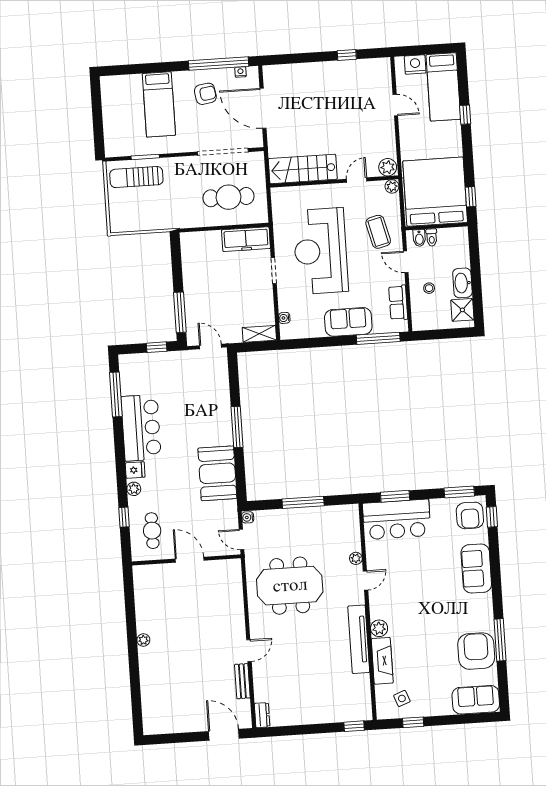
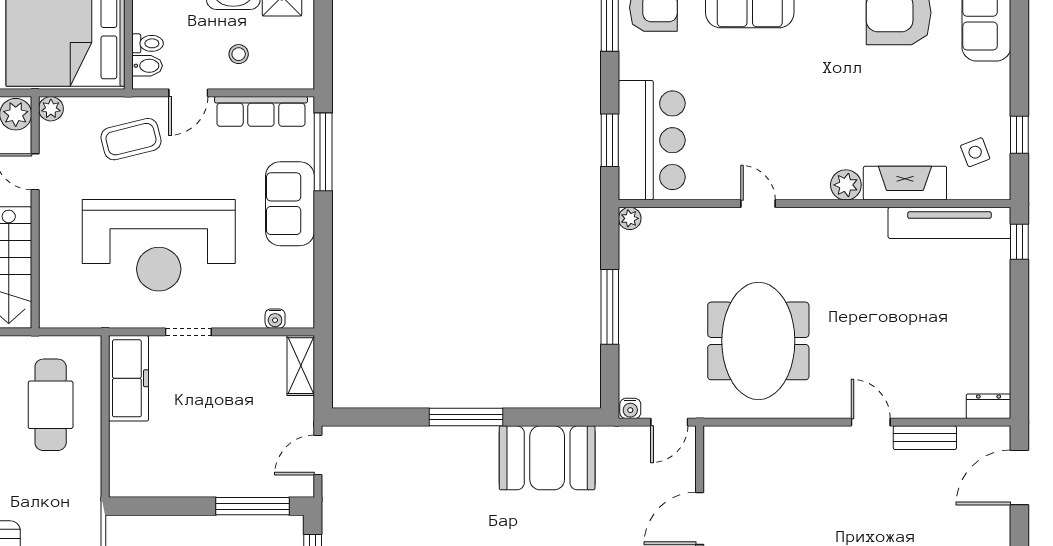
row of seats: (398, 303) -> (261, 111), width x1.48
plant: (356, 558) -> (630, 218), moved
tv unit: (359, 639) -> (949, 223), moved

